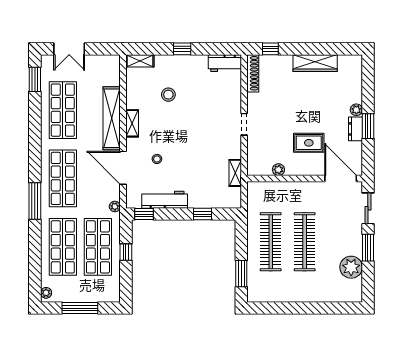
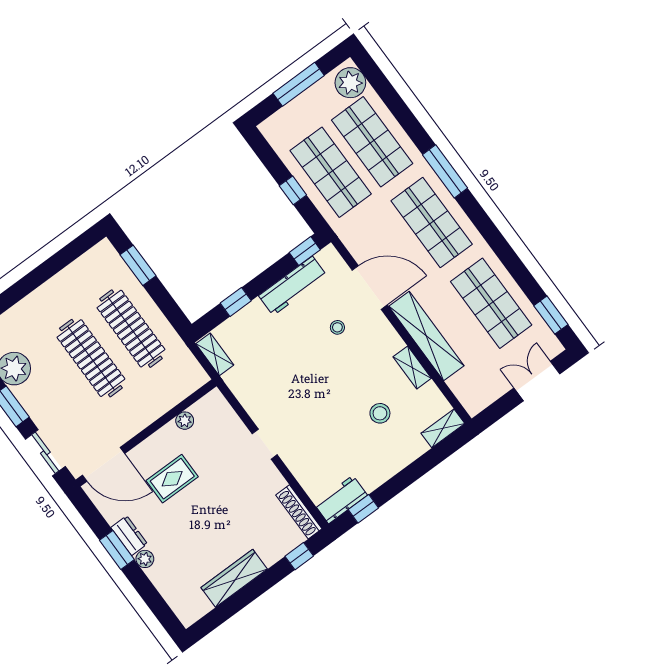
window: (182, 49) -> (363, 509), moved
shelving: (132, 123) -> (412, 367), moved
shelving: (235, 173) -> (215, 354), moved
plant: (115, 207) -> (346, 235), removed
plant: (46, 293) -> (350, 83), width x1.88, depth x1.88

